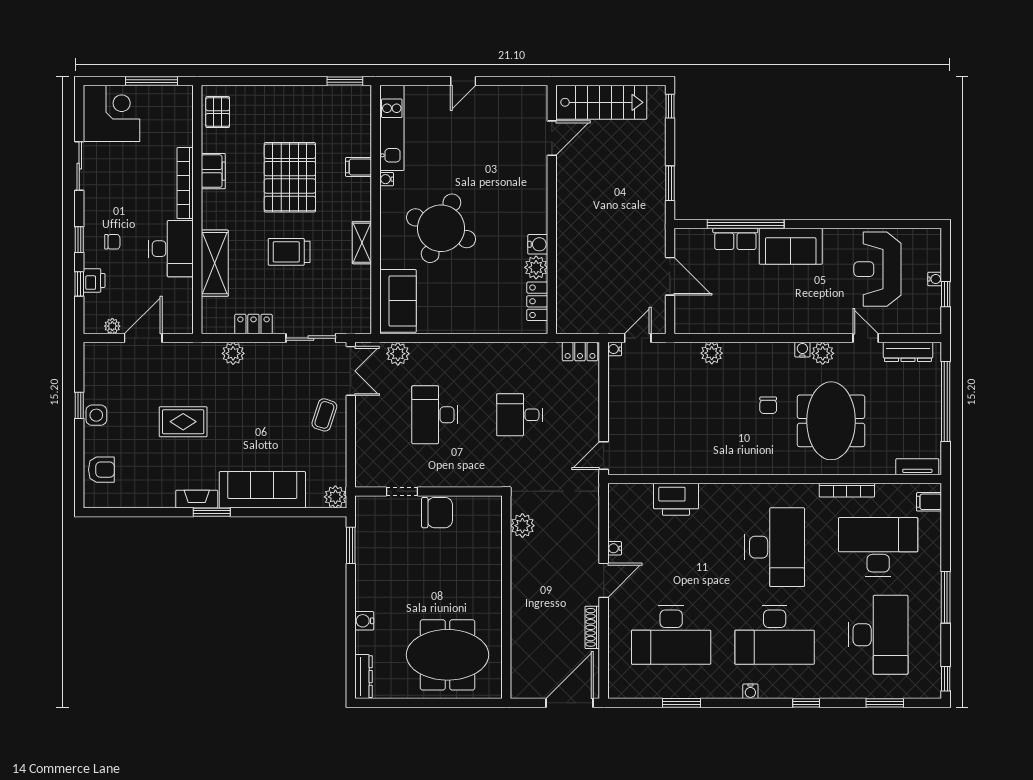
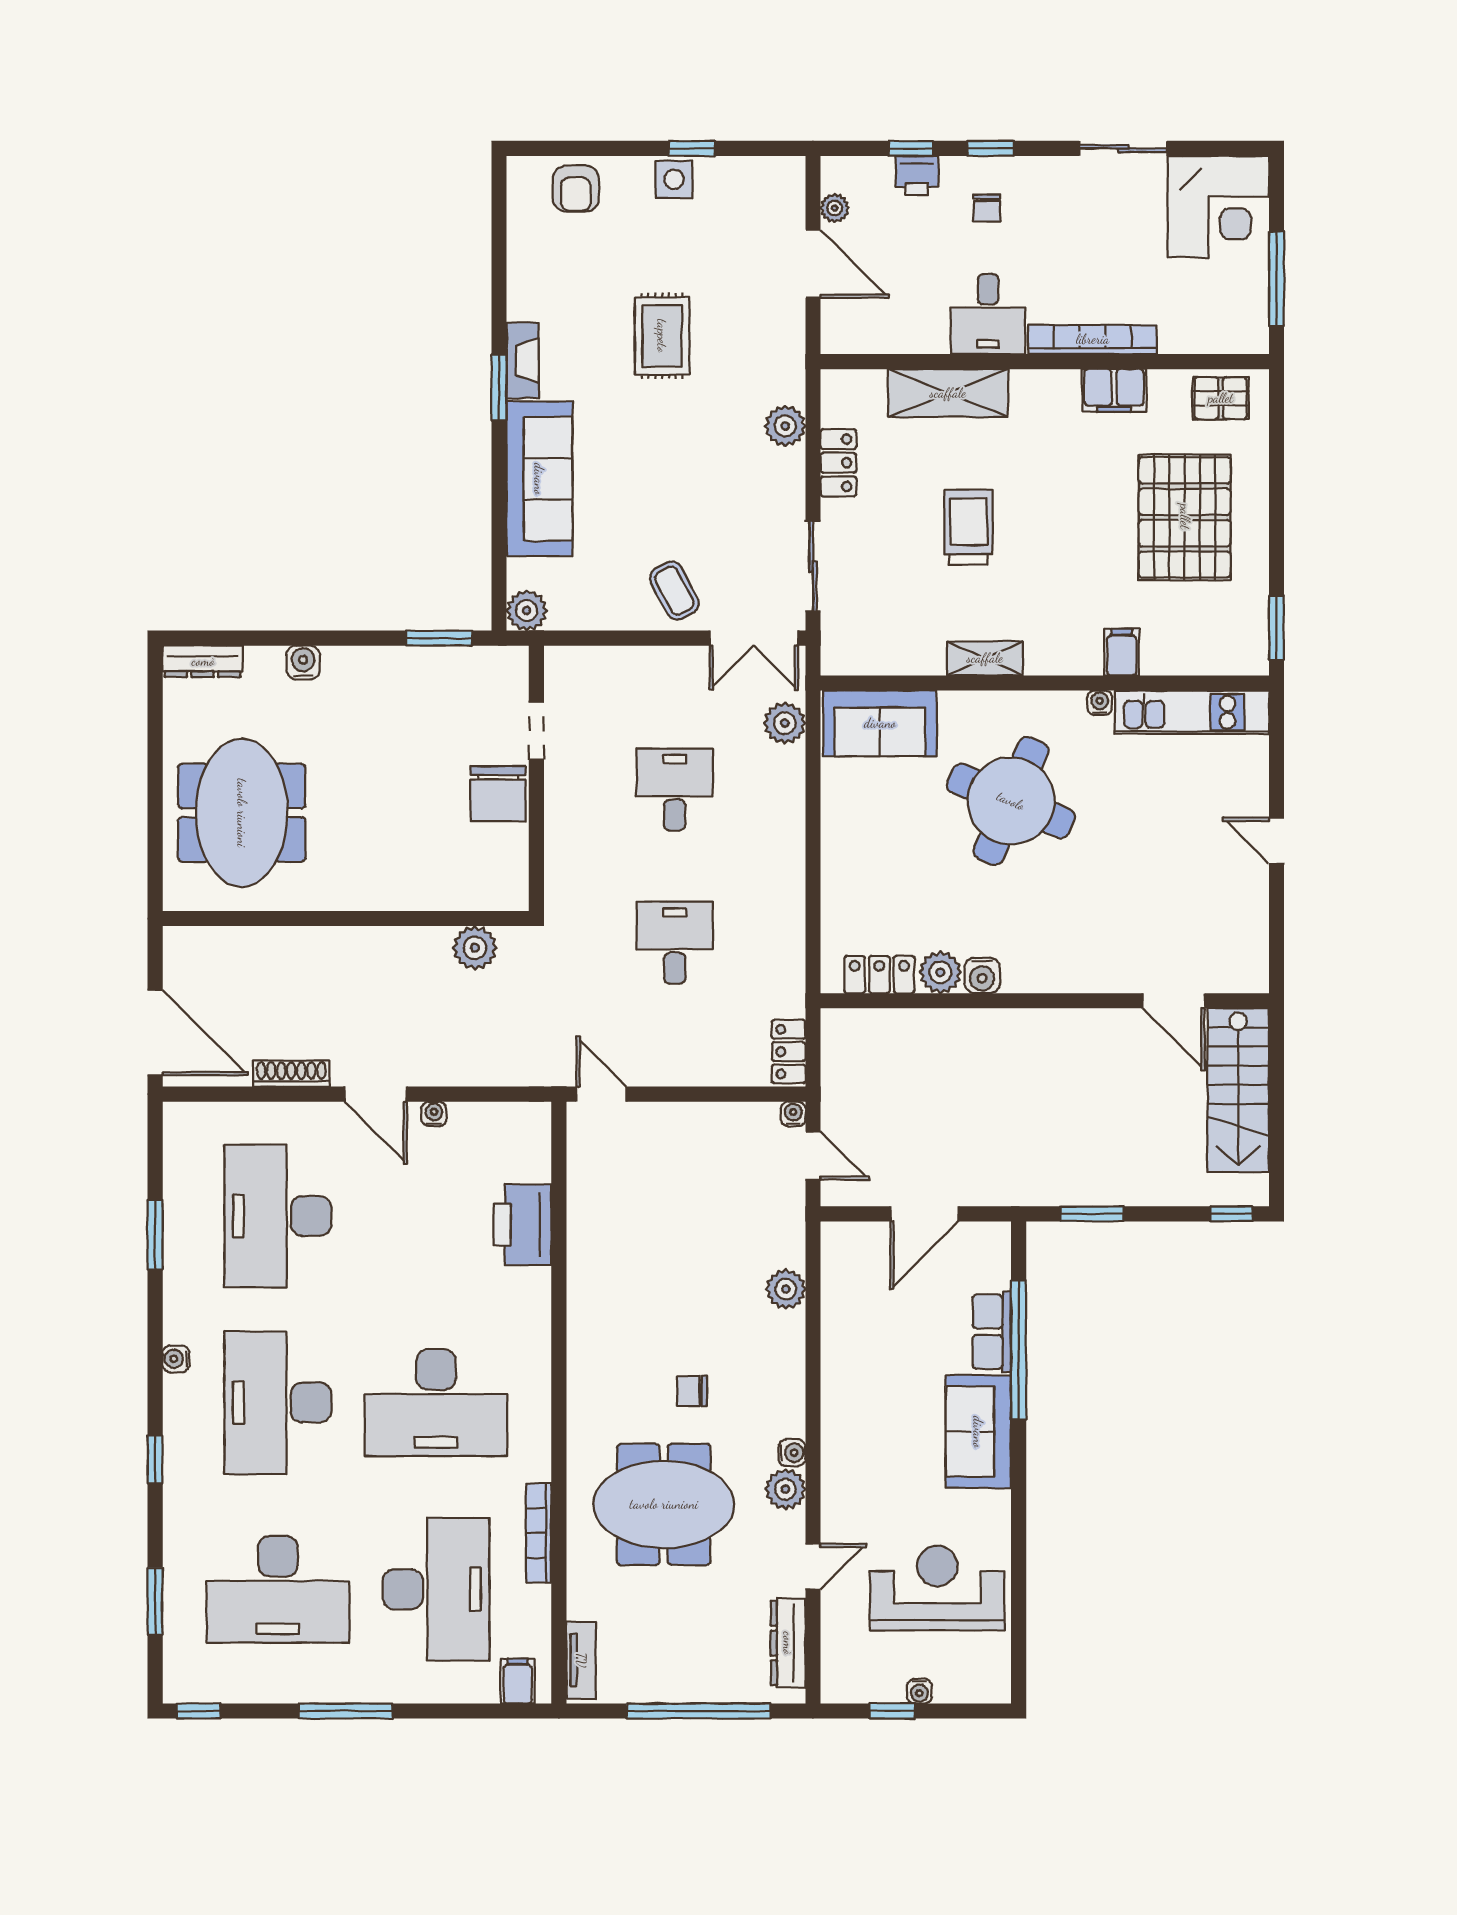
pallet: (290, 177) -> (1185, 517), moved, turned 90
desk: (171, 249) -> (988, 314), width x0.73
coffee table: (324, 415) -> (674, 591), turned 44
desk: (435, 415) -> (675, 790), width x0.73

